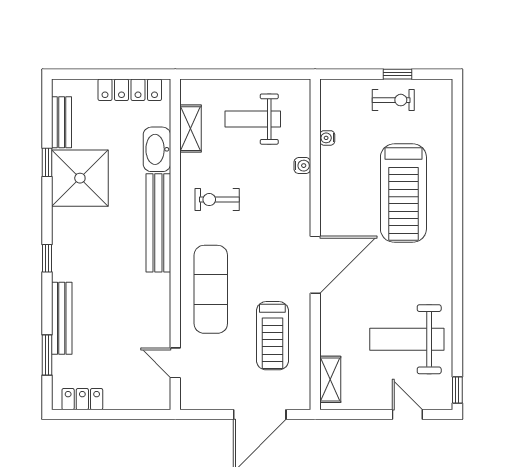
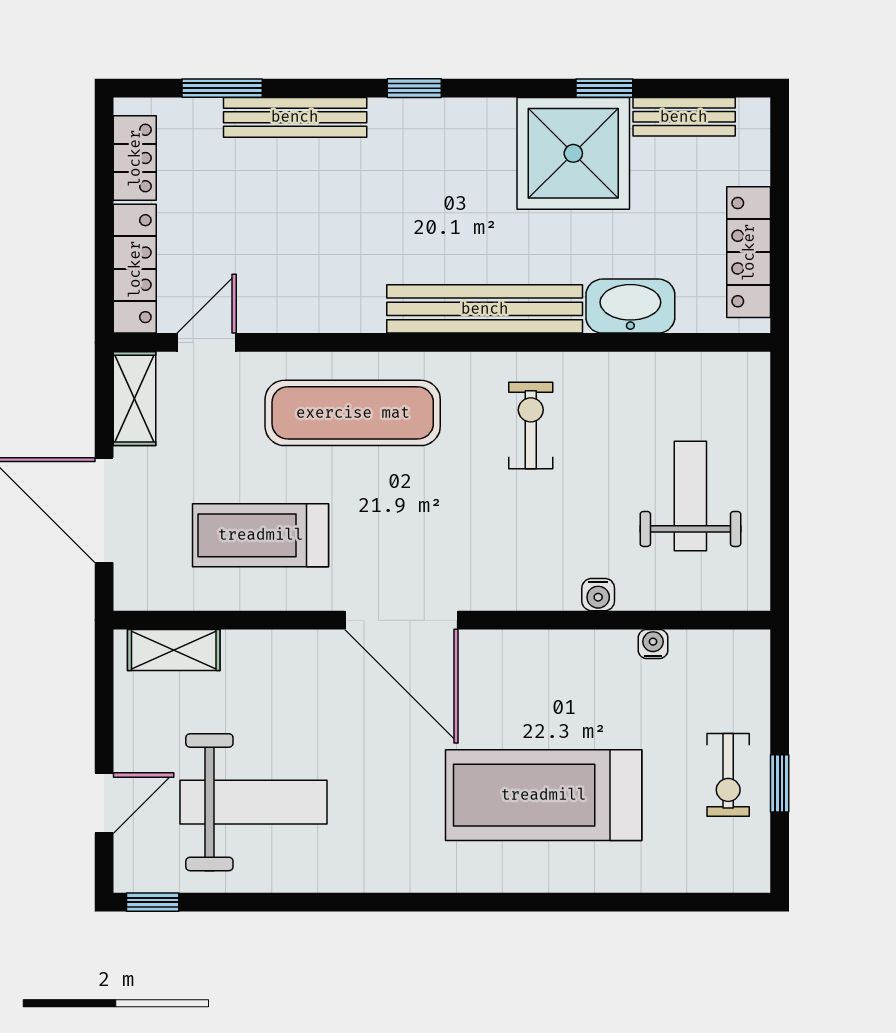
shelving: (191, 129) -> (134, 399), moved, turned 90
weight bench: (407, 339) -> (254, 802), turned 90
locker: (138, 399) -> (135, 269), added

